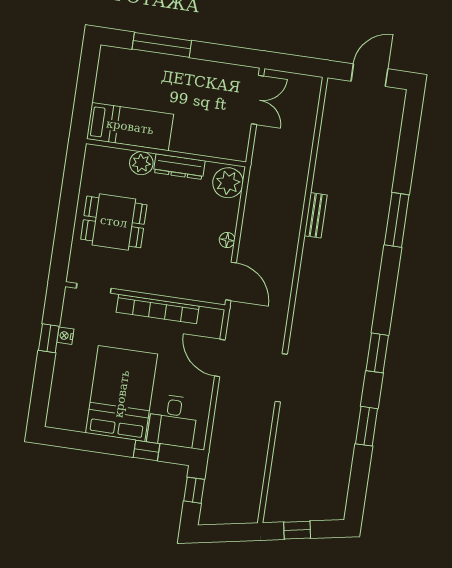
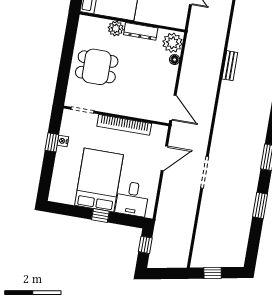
floor lamp: (227, 240) -> (175, 60), moved
door: (220, 358) -> (164, 158), swing flipped
window: (147, 451) -> (100, 216), moved

